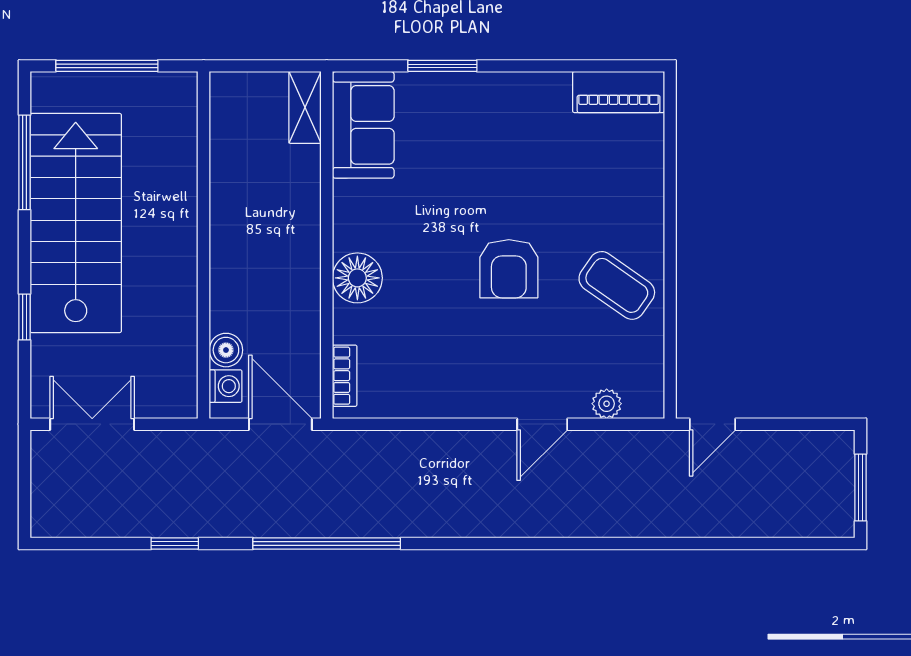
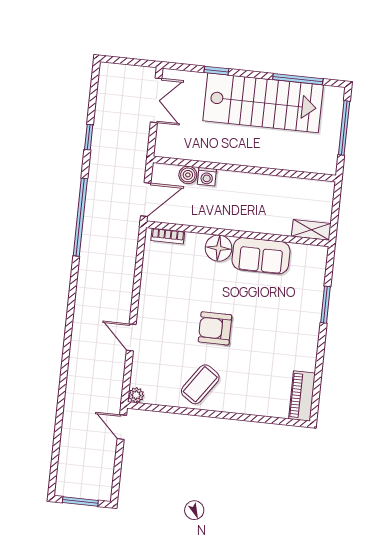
sofa: (363, 125) -> (261, 256), moved
washing machine: (226, 386) -> (207, 177), moved
plant: (607, 404) -> (136, 395), moved

